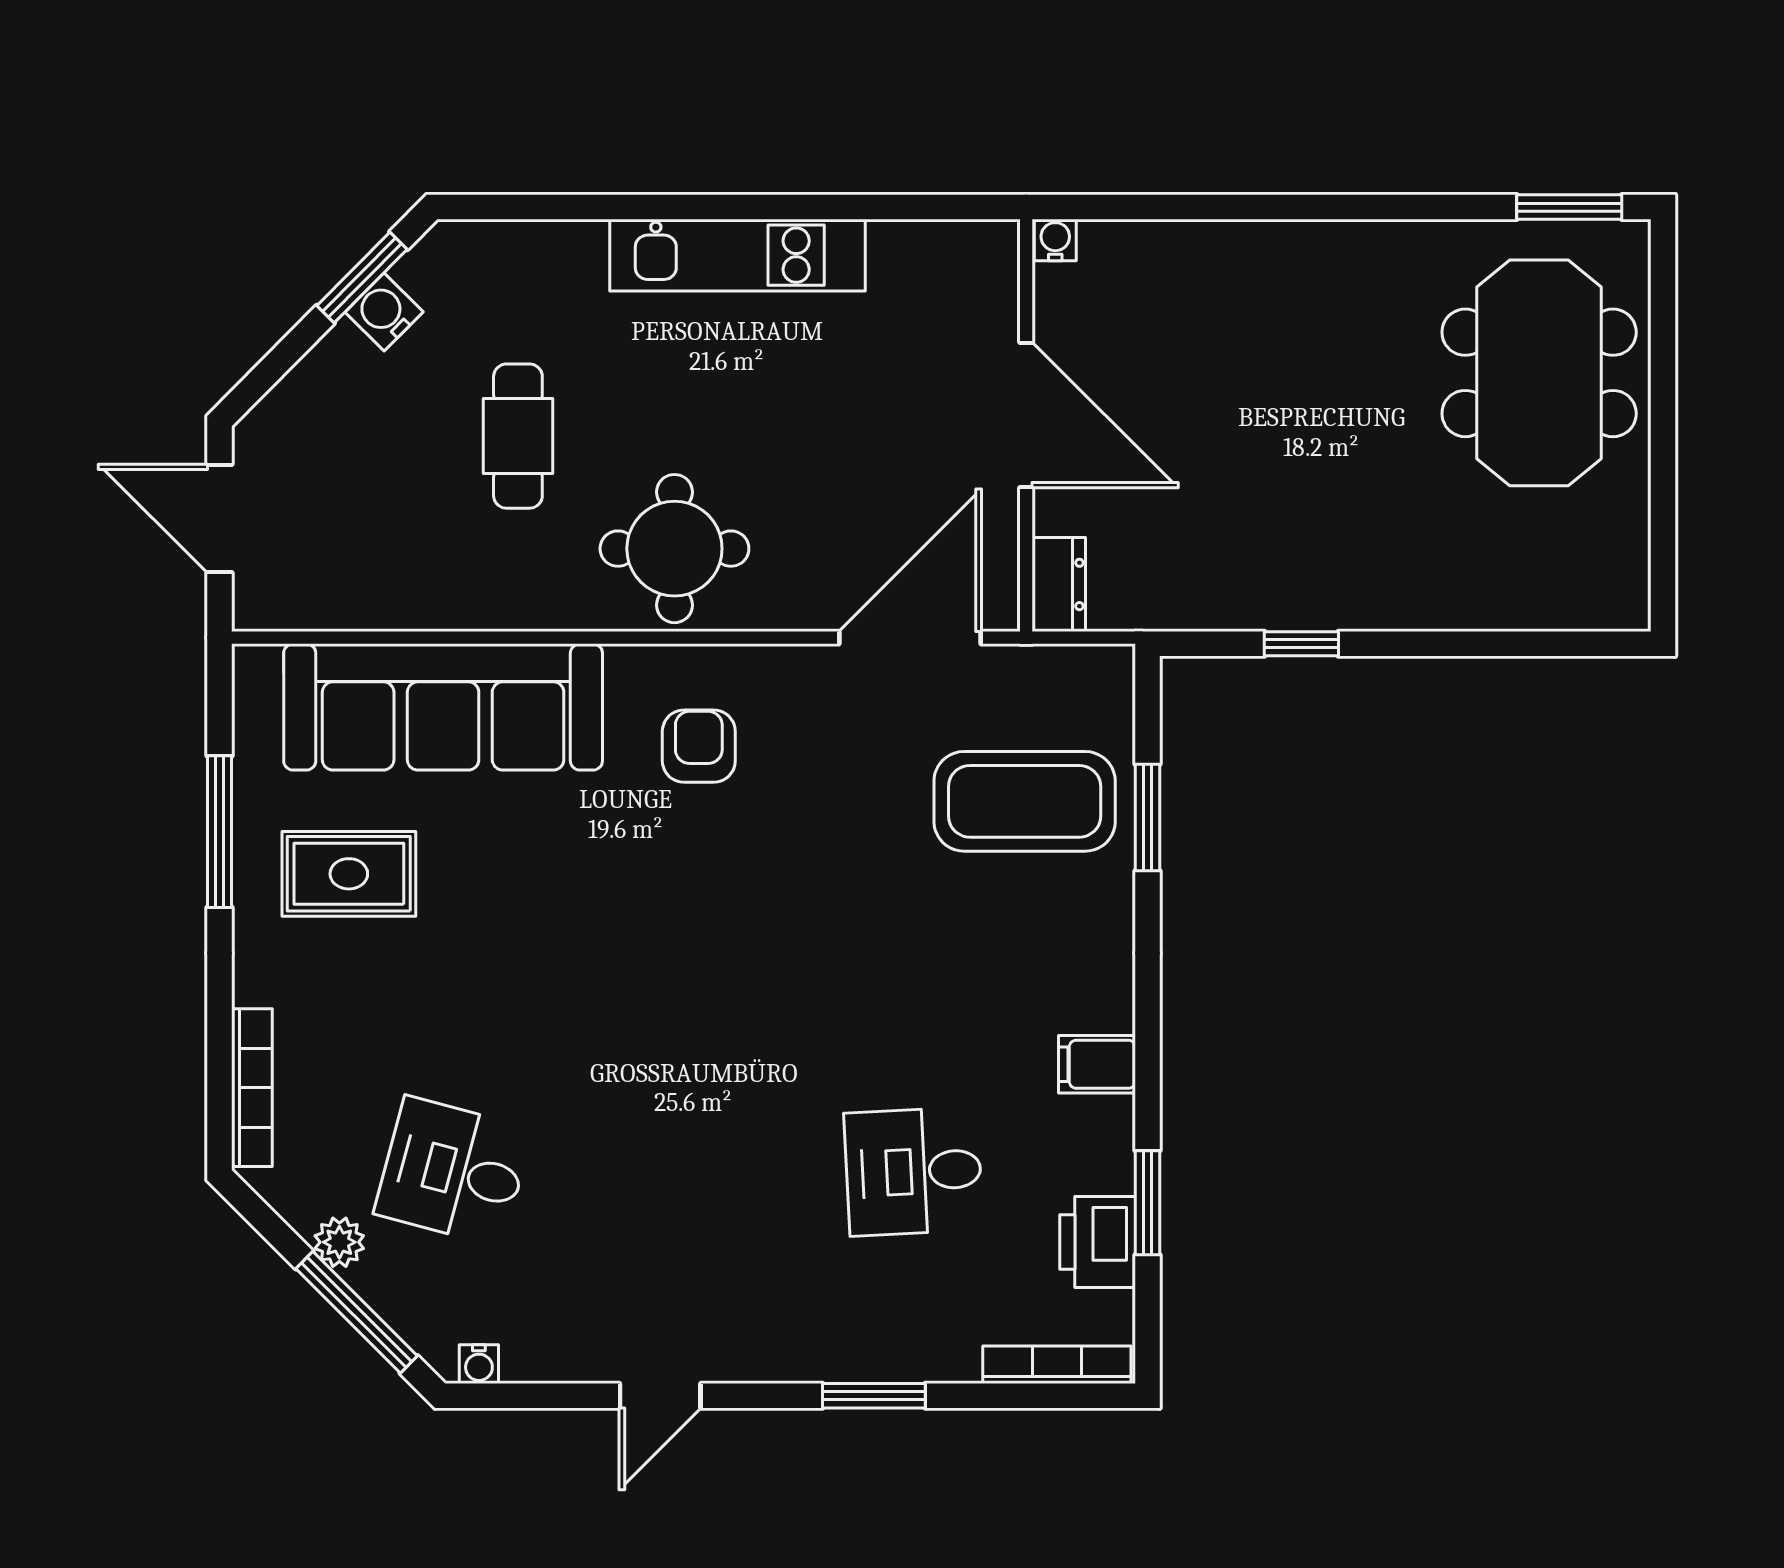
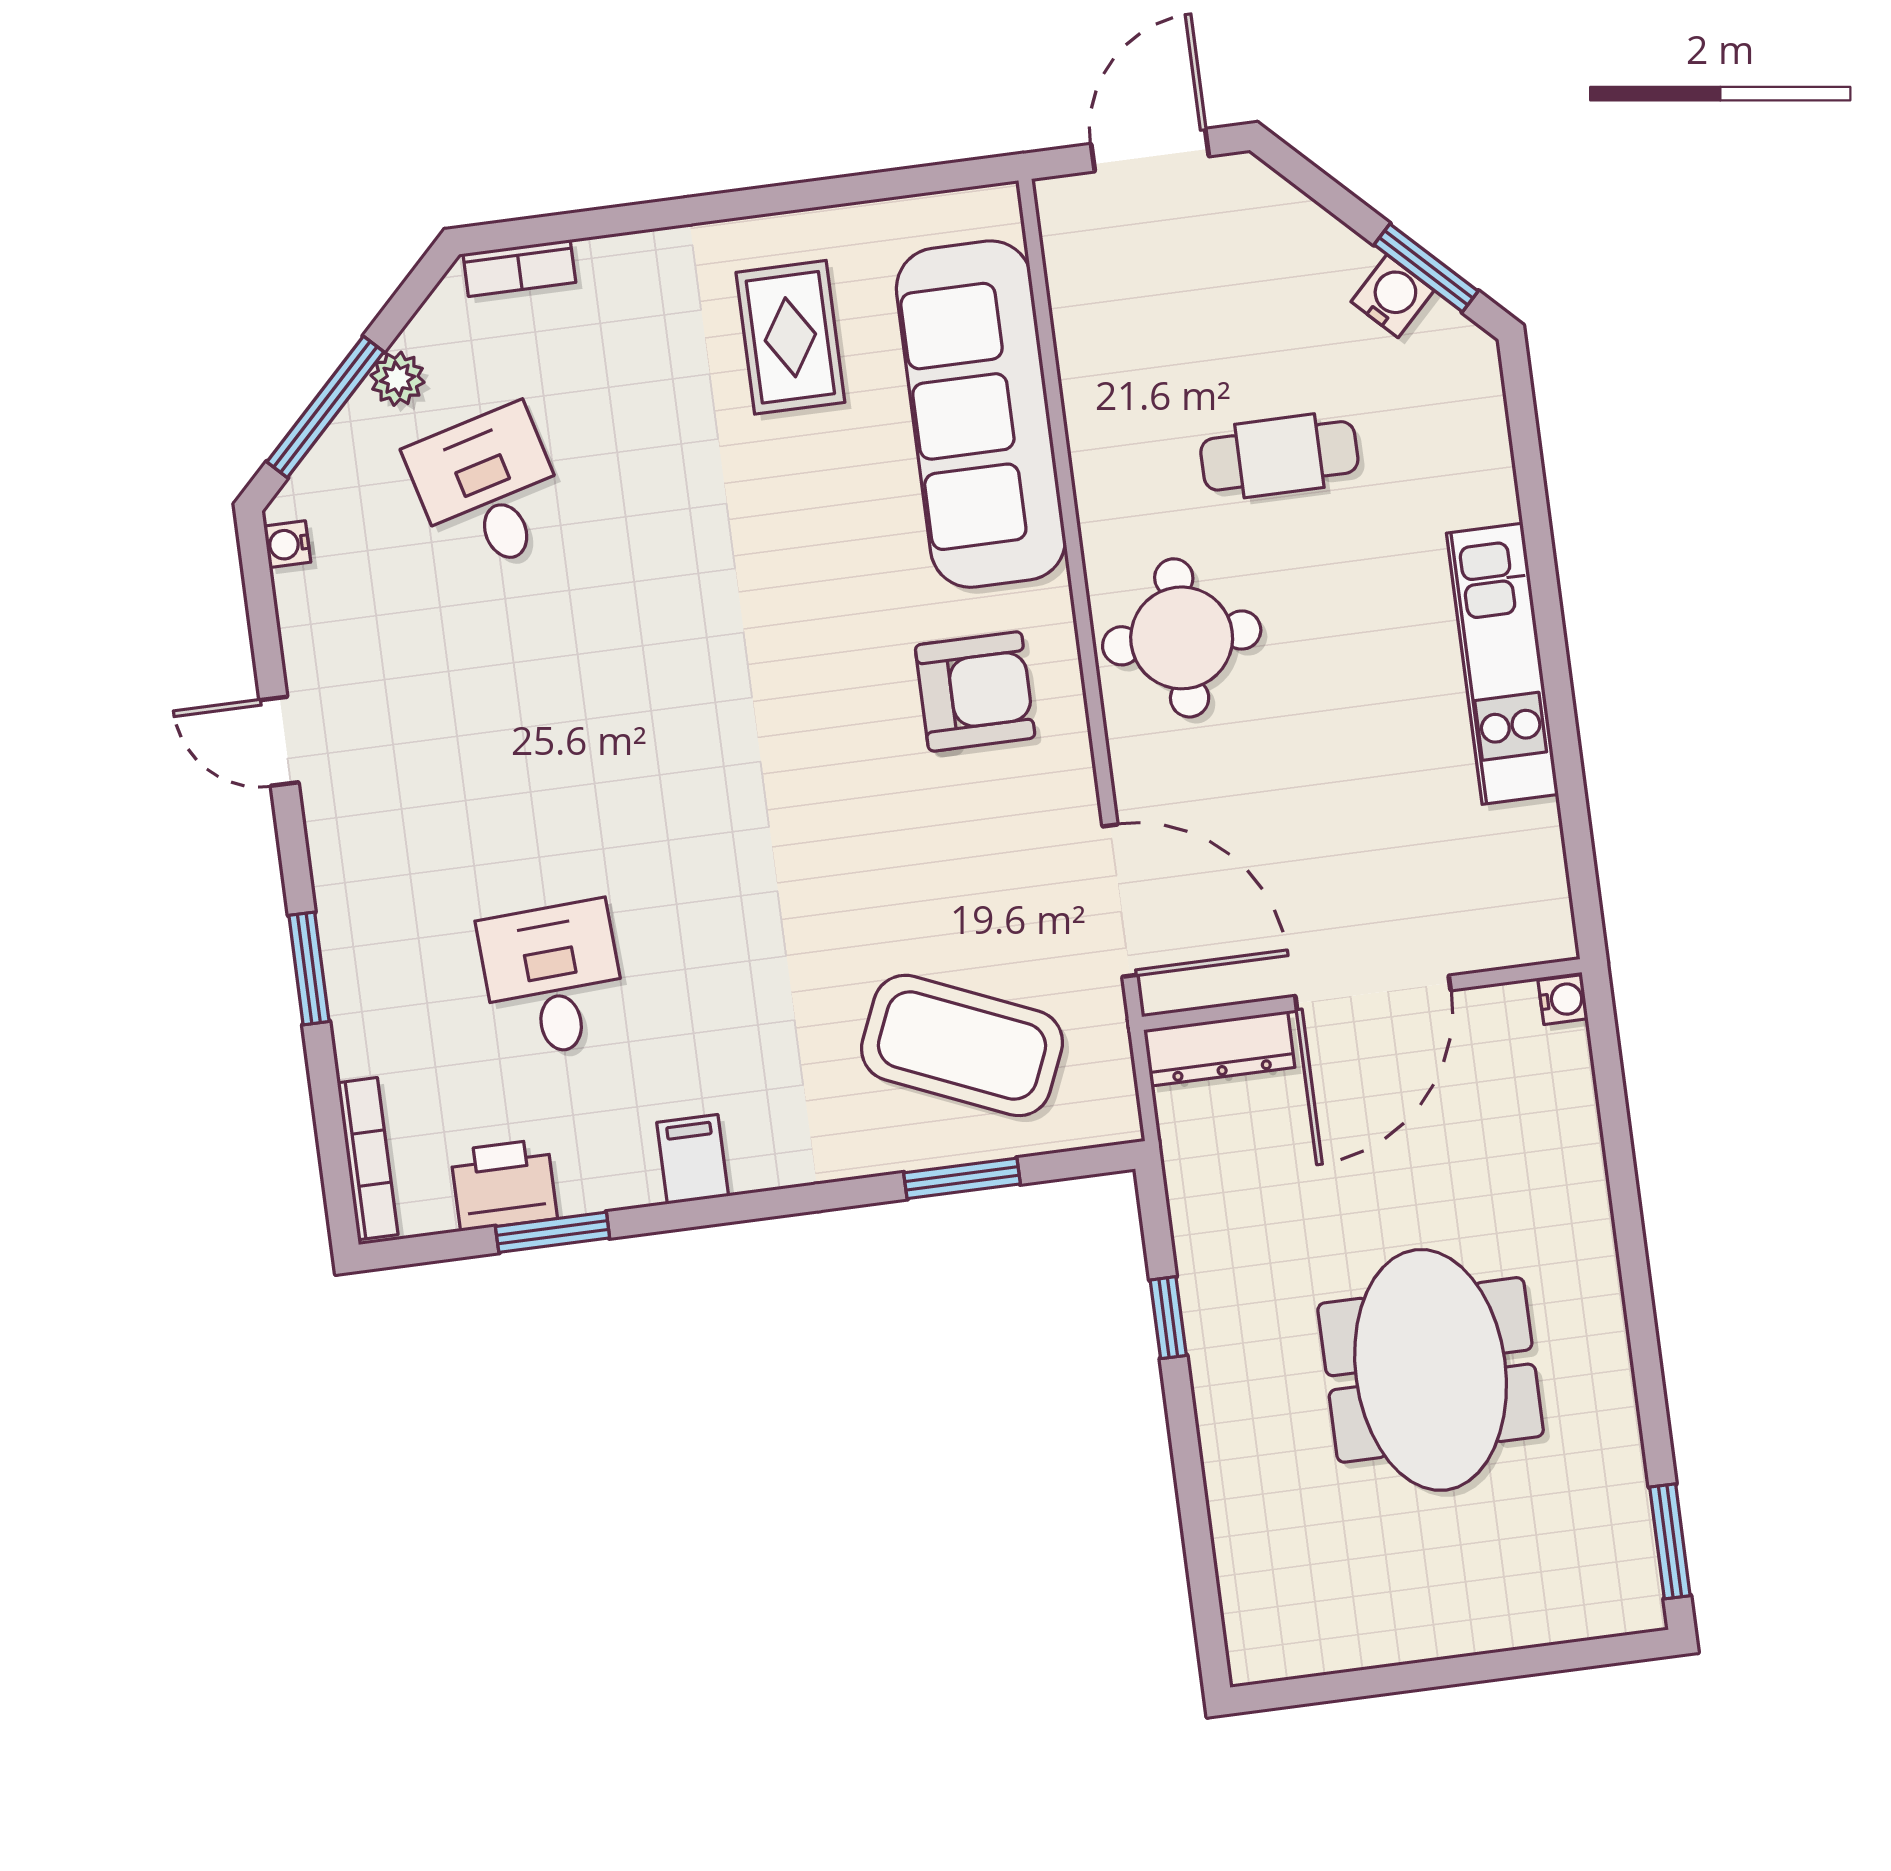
meeting table: (1539, 373) -> (1431, 1370), moved, turned 90
dresser: (1059, 584) -> (1219, 1049), width x1.44
armchair: (699, 746) -> (975, 691), width x1.38, depth x1.38
coffee table: (1025, 801) -> (962, 1045), turned -67
window: (219, 832) -> (817, 194), removed
bookcase: (252, 1088) -> (519, 268), width x0.64
desk: (453, 1171) -> (489, 490), turned -30

